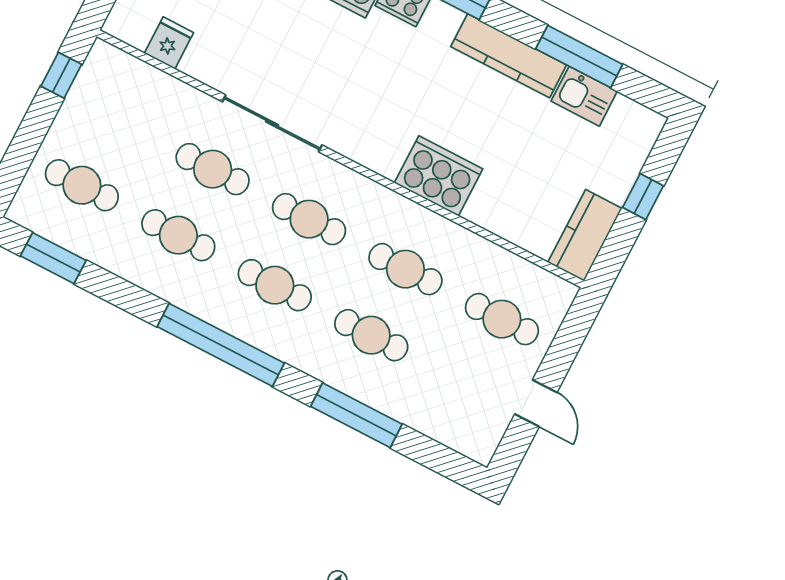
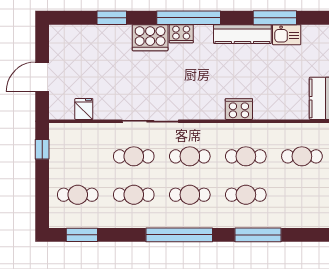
cooker: (439, 176) -> (239, 109), width x0.73, depth x0.76

